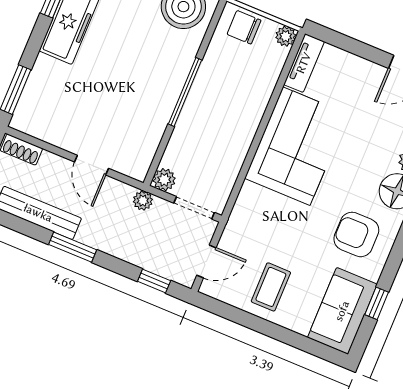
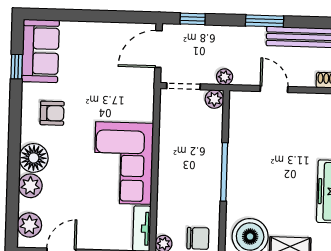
armchair: (356, 234) -> (52, 113), width x0.72, depth x0.72
door: (206, 261) -> (158, 49), width x1.38
coffee table: (271, 287) -> (102, 48), removed

